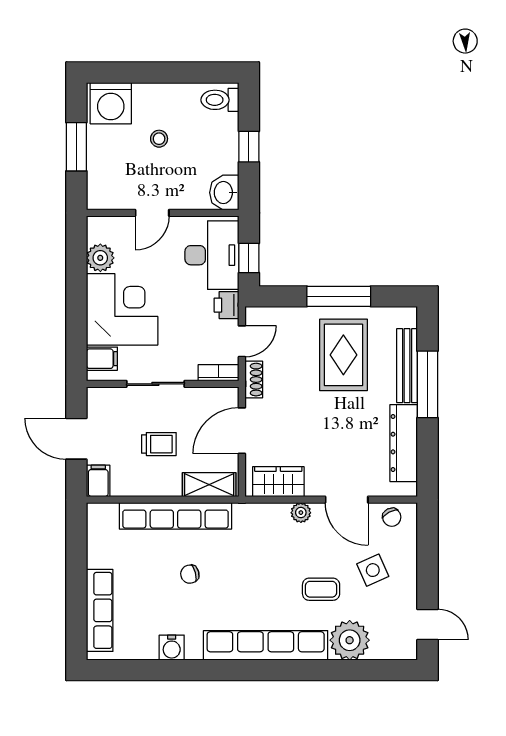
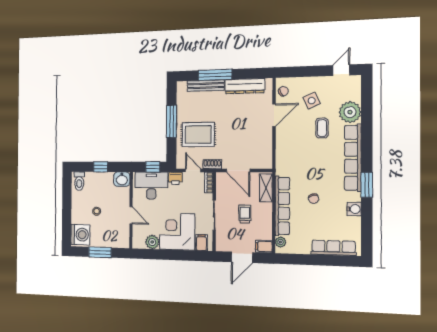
rug: (343, 355) -> (198, 134), moved
wardrobe: (278, 482) -> (265, 151), removed
plant: (301, 513) -> (281, 242), moved
window: (216, 670) -> (367, 185), added

